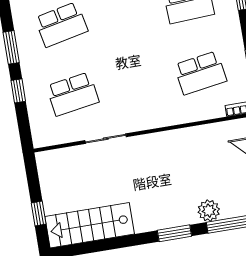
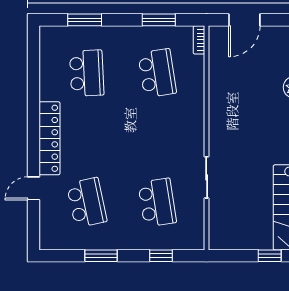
window: (18, 91) -> (161, 256), moved

